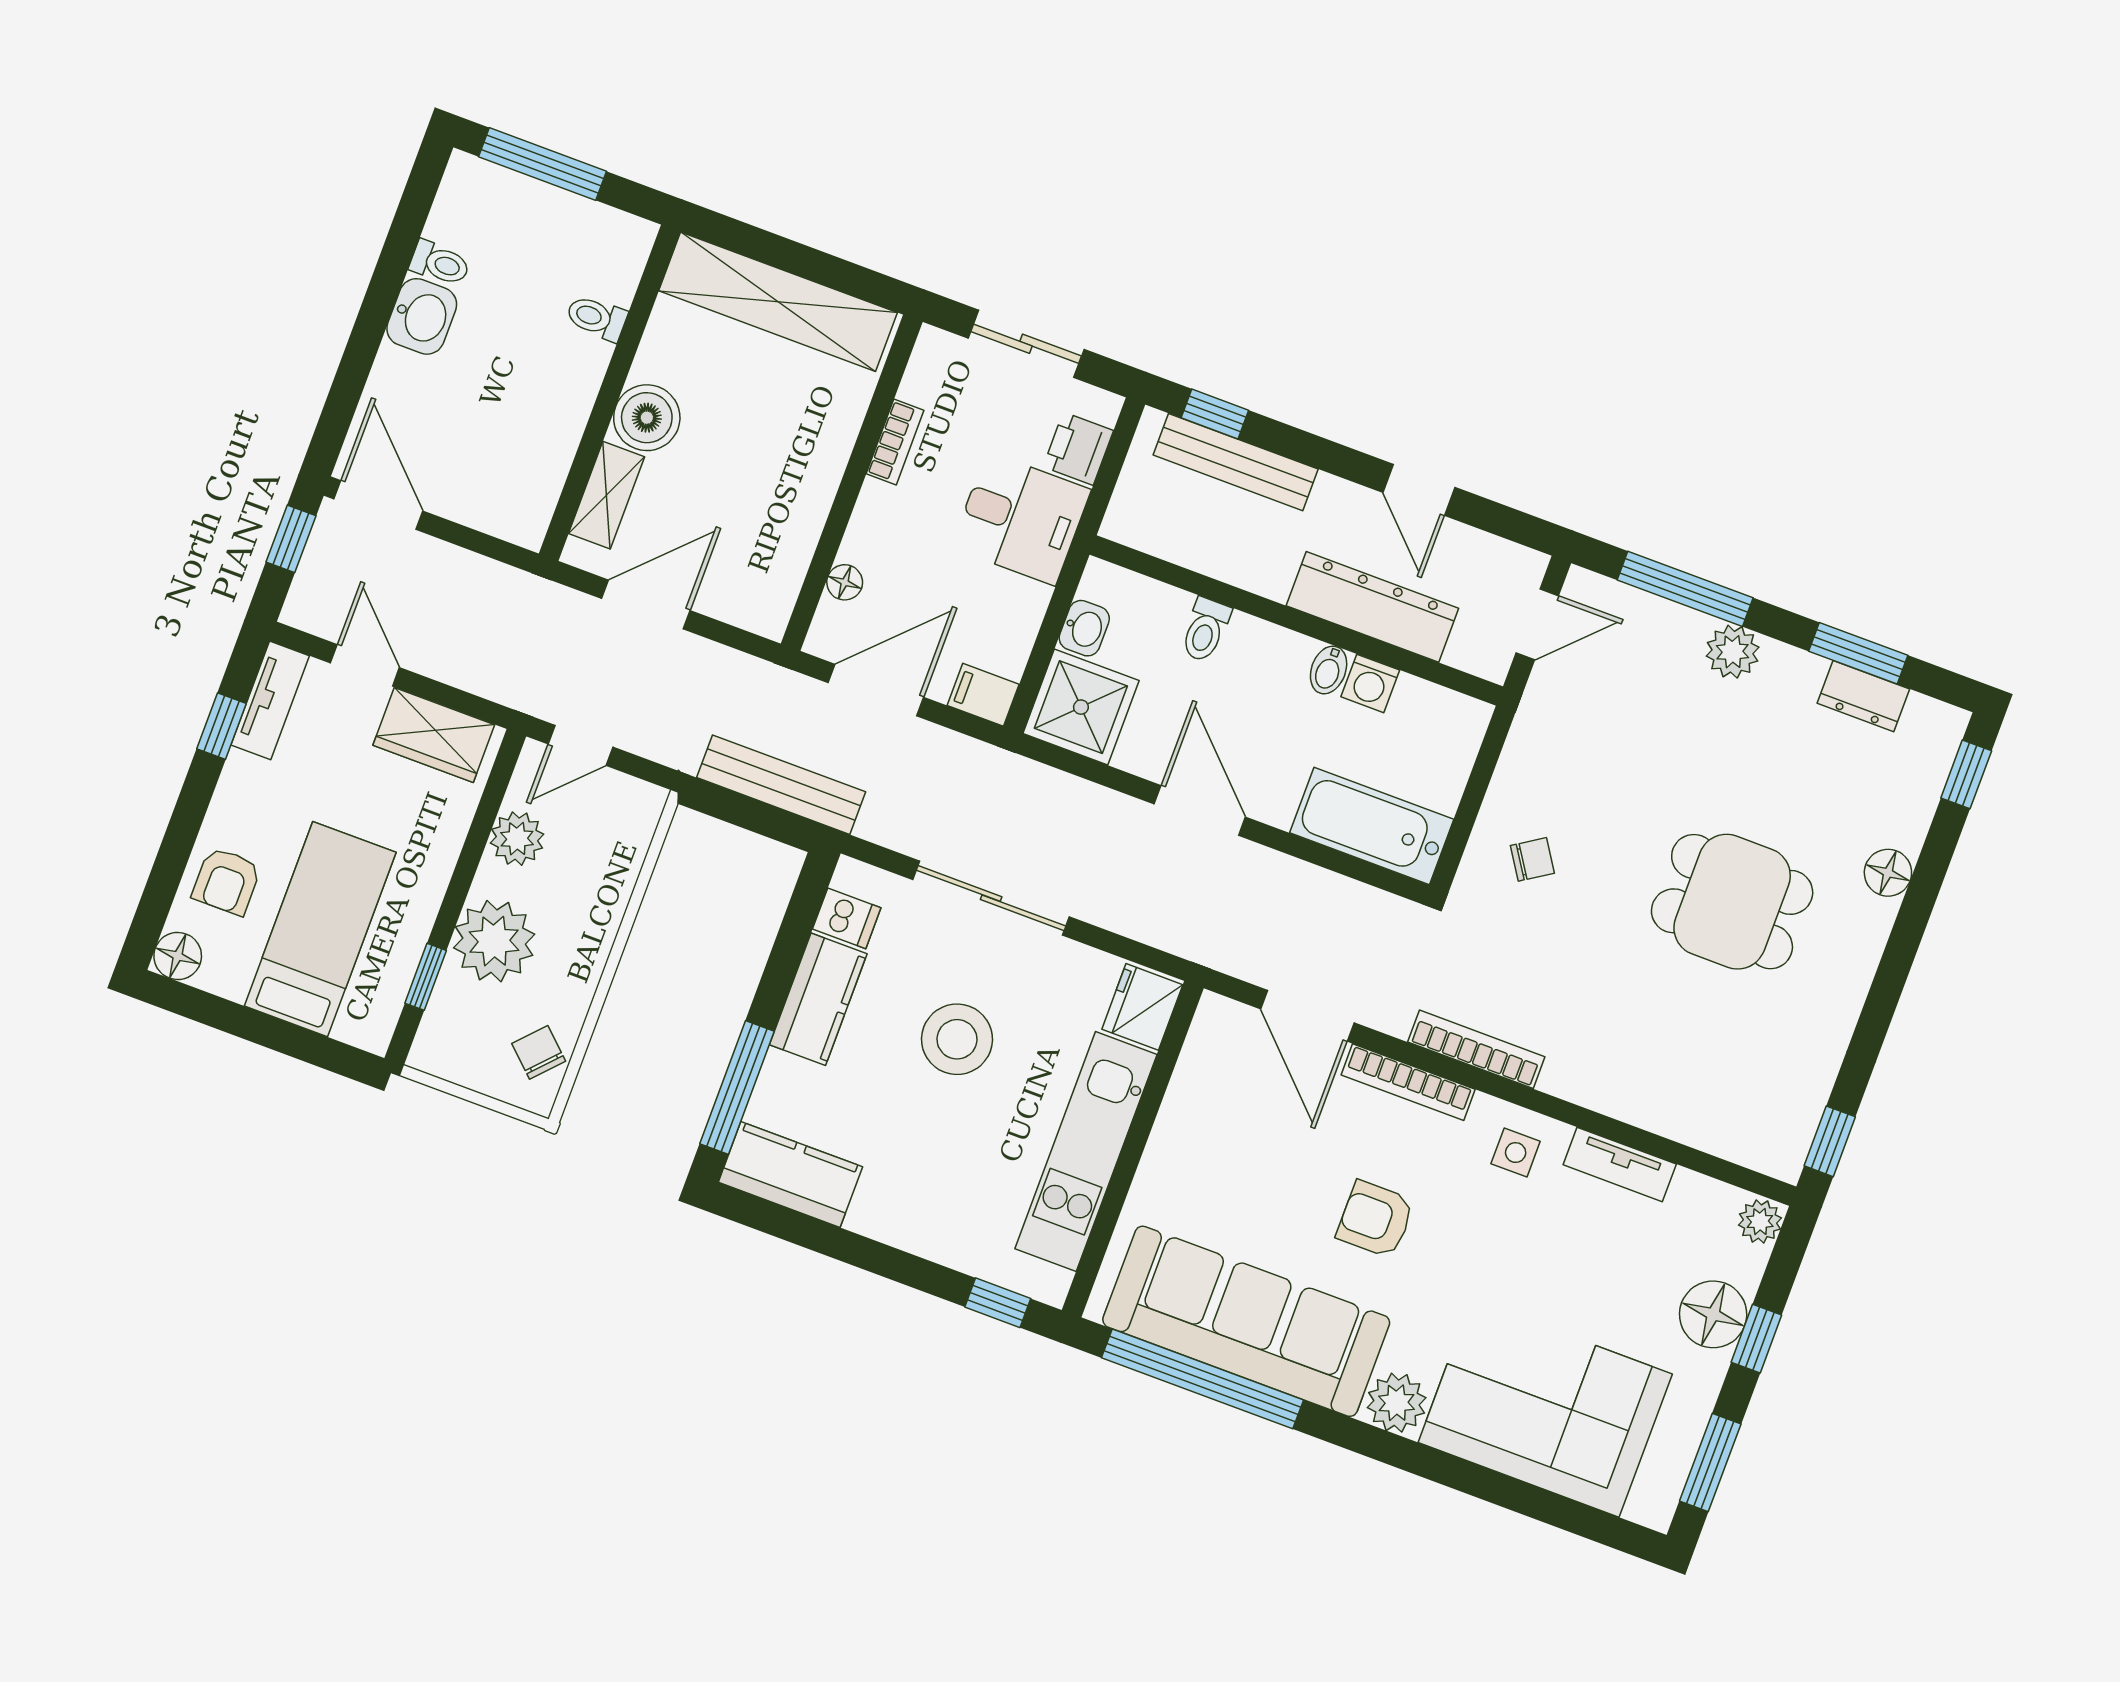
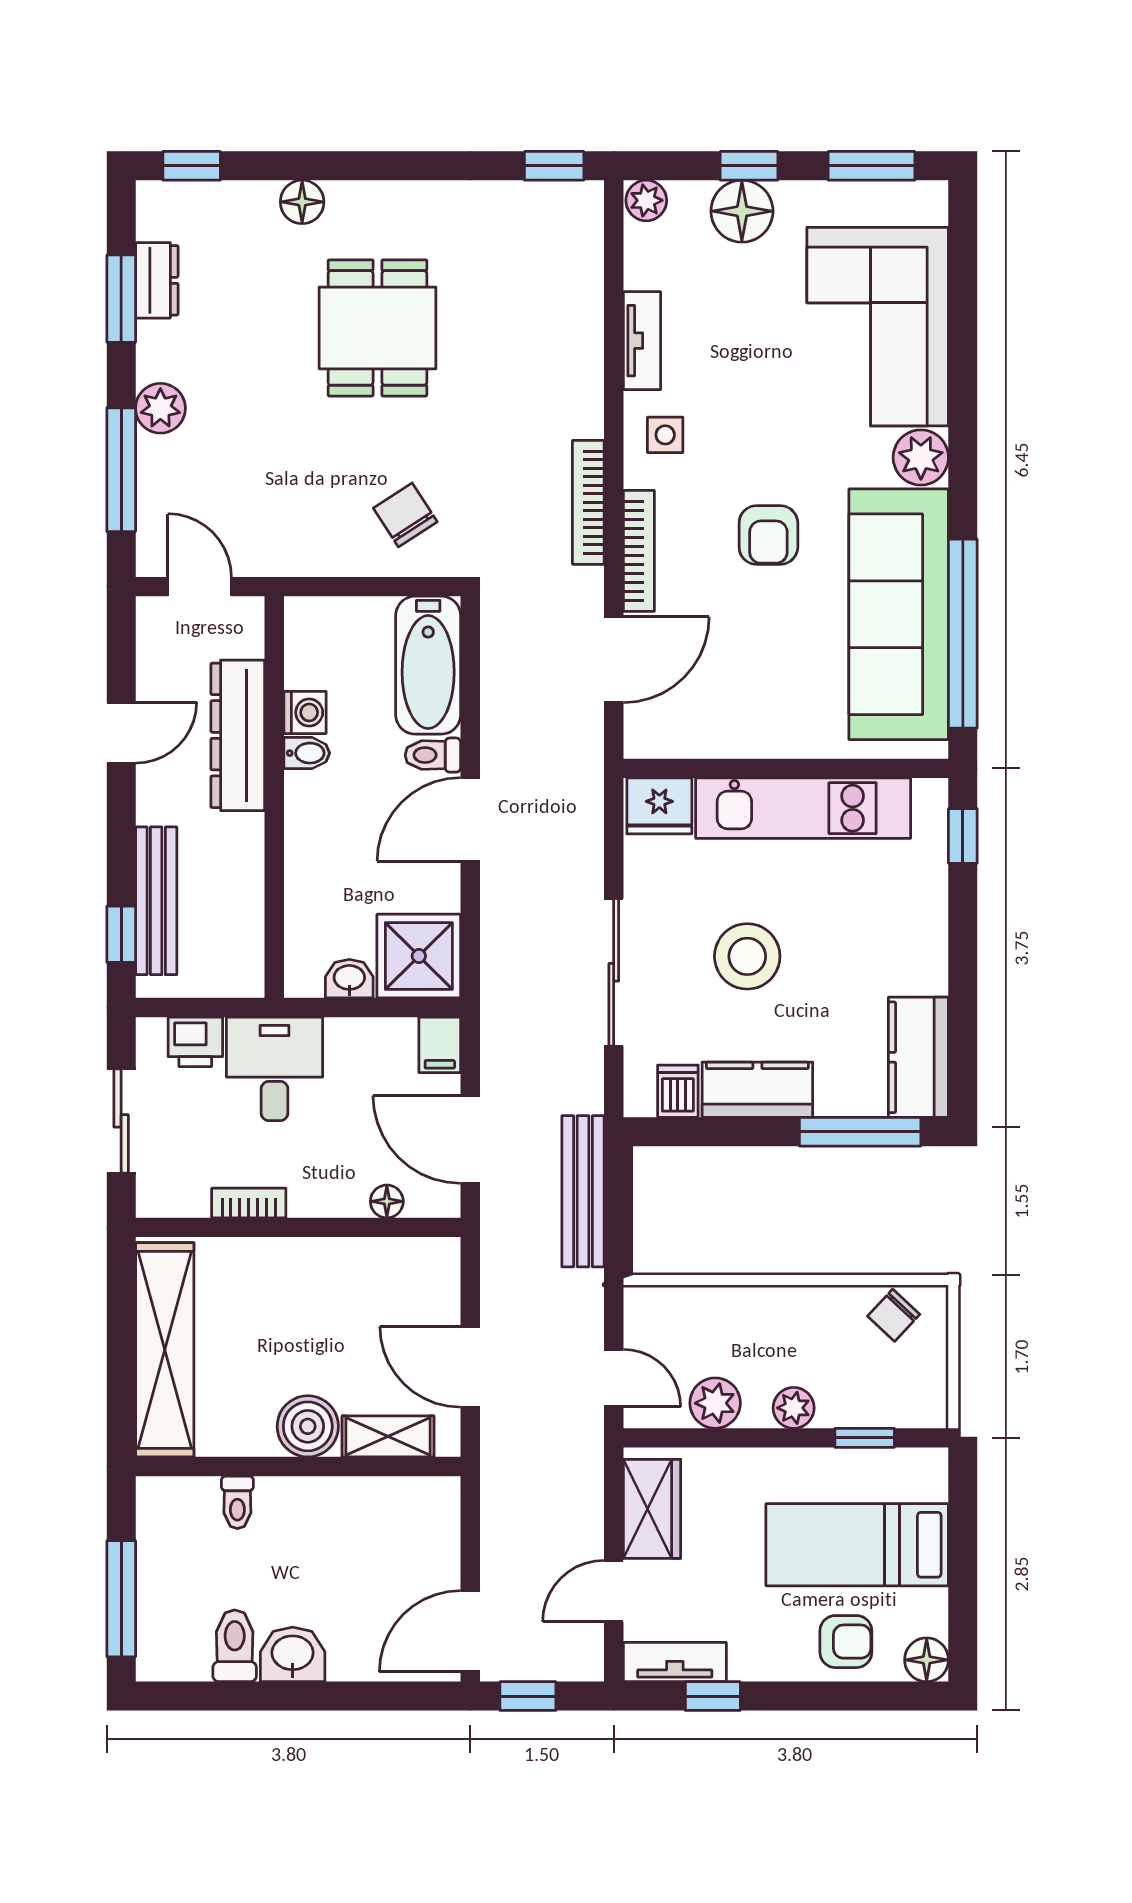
toilet: (440, 263) -> (235, 1646), width x1.37, depth x1.39
toilet: (1205, 630) -> (433, 755), moved, turned 180
chair: (1532, 859) -> (405, 515), width x1.37, depth x1.37
plant: (494, 941) -> (794, 1408), width x0.53, depth x0.53

